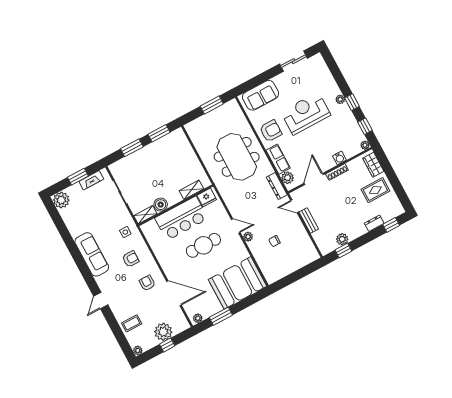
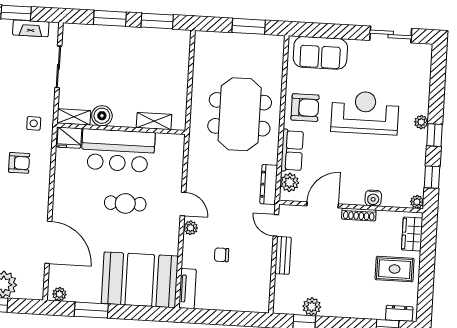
fridge: (207, 197) -> (69, 138), moved
dresser: (374, 223) -> (399, 313), moved
cafe table: (203, 245) -> (125, 203), width x0.73, depth x0.74
tv unit: (267, 272) -> (187, 289), added
armchair: (147, 283) -> (21, 208), removed

